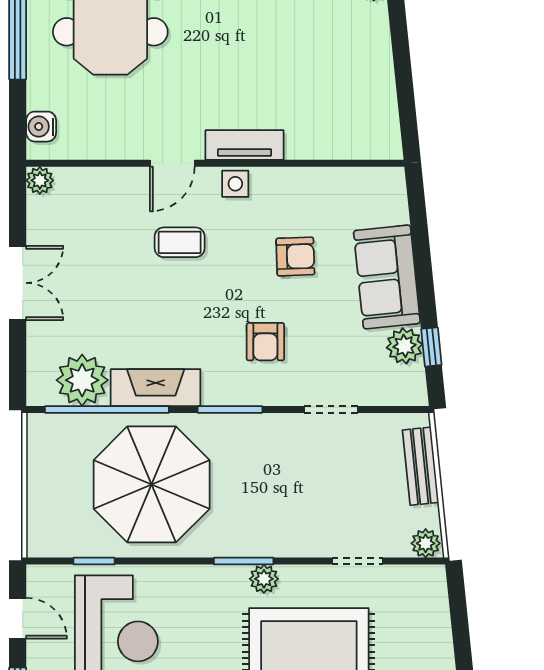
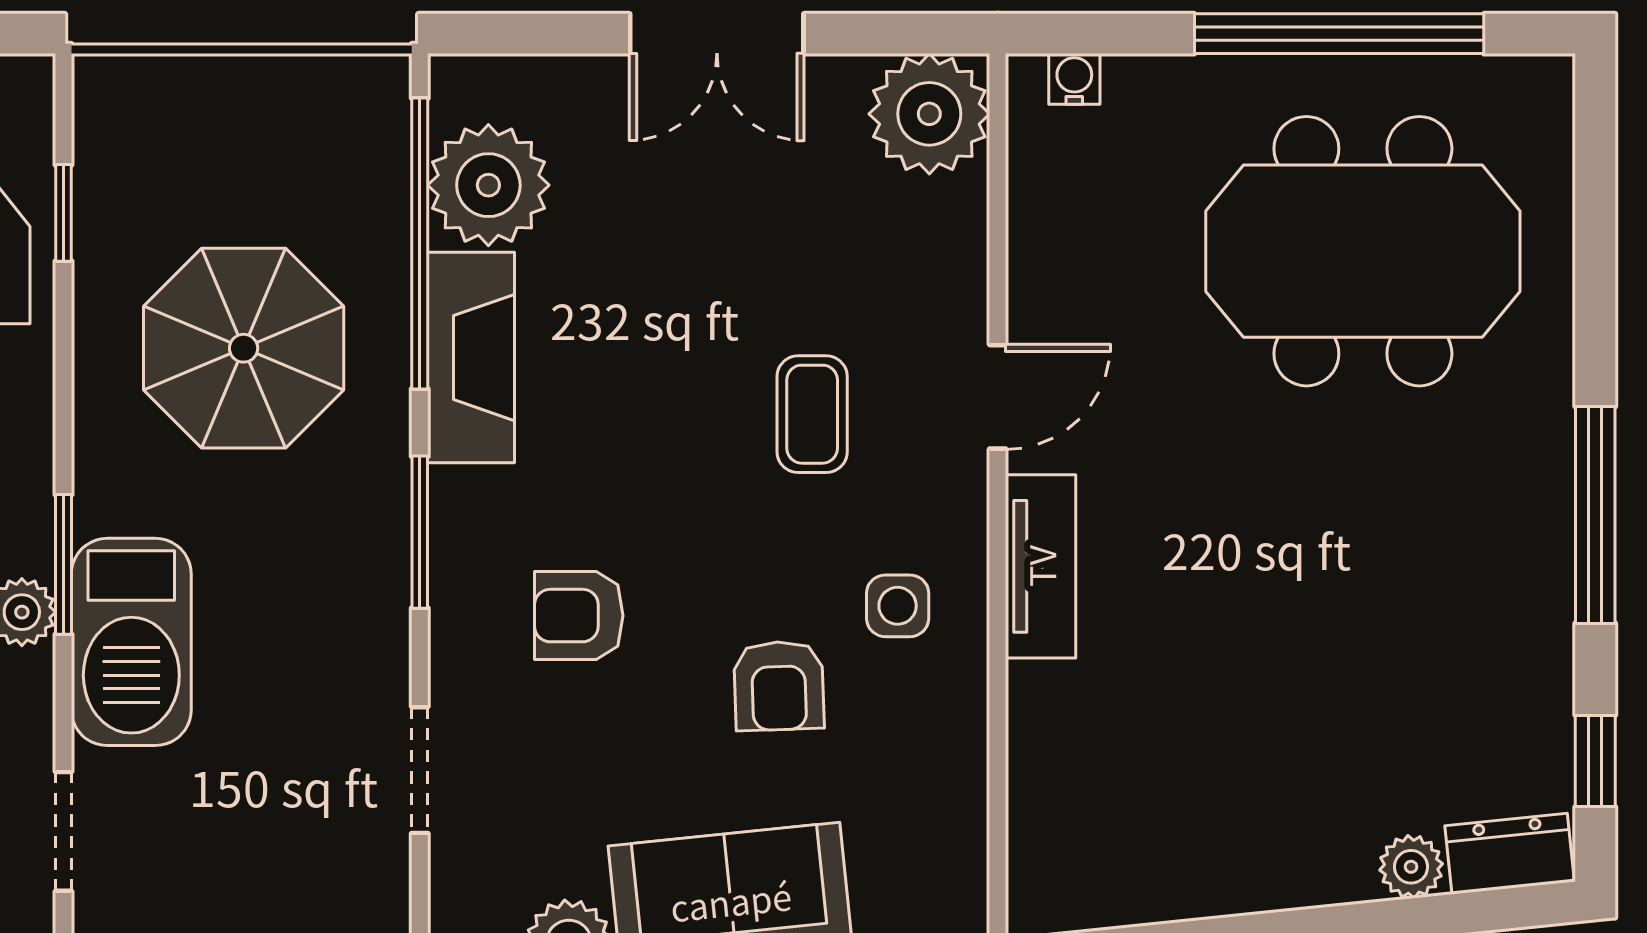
water cooler: (41, 127) -> (1074, 79), width x0.72, depth x0.72
door: (172, 163) -> (998, 397), swing flipped
plant: (40, 180) -> (929, 114), width x1.88, depth x1.88
side table: (235, 184) -> (898, 606), moved
parasol: (152, 484) -> (244, 348), width x0.73, depth x0.73
barbecue: (277, 532) -> (131, 642), added

